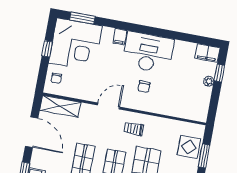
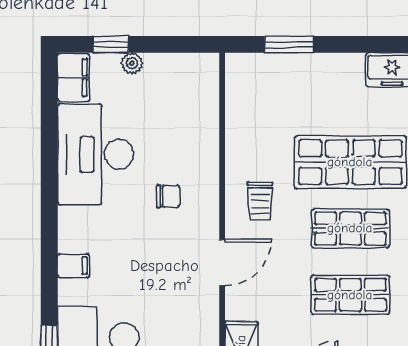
desk: (148, 52) -> (95, 154), moved
door: (109, 106) -> (222, 263), swing flipped
display table: (189, 147) -> (276, 79), removed

